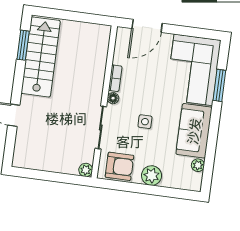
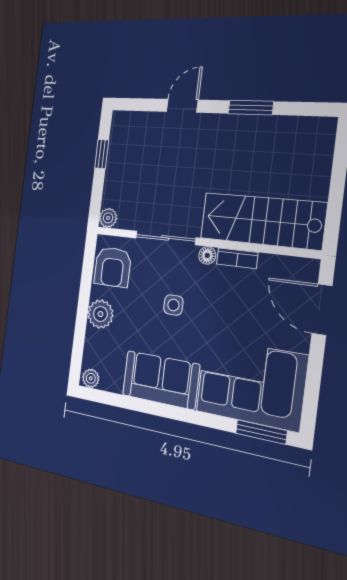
window: (23, 45) -> (251, 108), moved
stairs: (41, 57) -> (262, 221), moved, turned 180
window: (219, 85) -> (261, 432), moved
plant: (198, 165) -> (91, 378), moved
window: (41, 175) -> (102, 154), added

